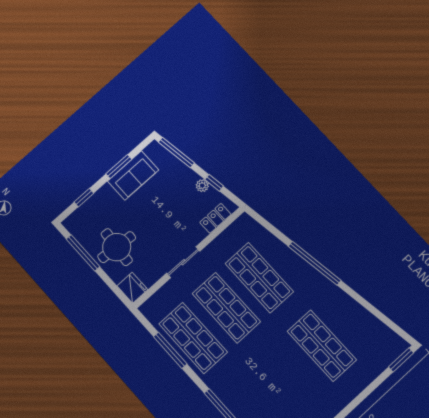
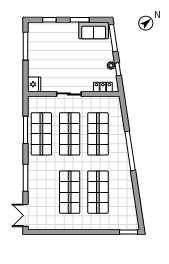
sofa: (133, 175) -> (94, 30), moved
round table: (117, 247) -> (44, 58), removed
shop shelf: (289, 376) -> (70, 192), added

